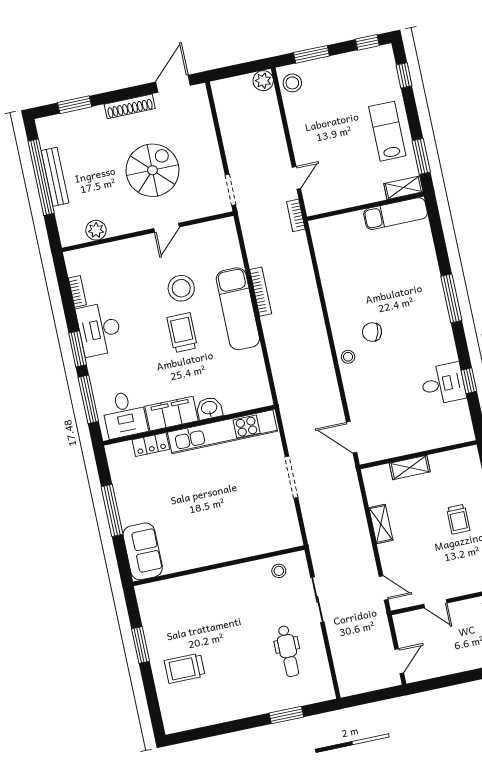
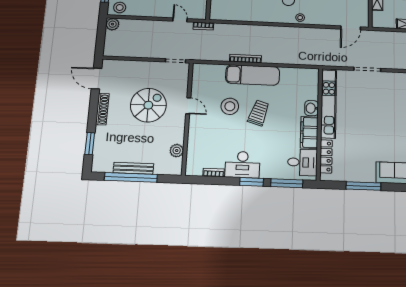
spiral stairs: (152, 170) -> (148, 105), turned 90
trolley: (182, 333) -> (259, 113), turned 107
locker: (151, 445) -> (326, 156), width x1.53

